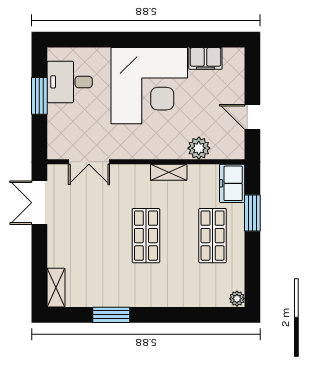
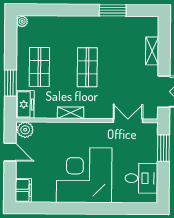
filing cabinet: (205, 58) -> (23, 190), moved, turned 90
window: (39, 96) -> (163, 148), moved
plant: (199, 148) -> (25, 130), moved
shelving: (56, 288) -> (152, 51), moved

